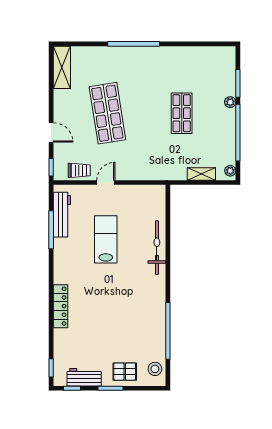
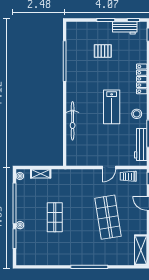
lab bench: (106, 239) -> (112, 107), moved
stool: (155, 369) -> (137, 114), moved
pallet: (125, 372) -> (103, 51), moved

